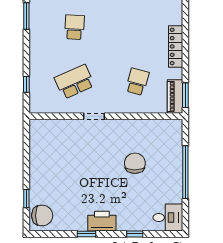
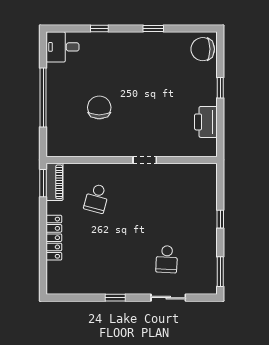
school desk: (74, 82) -> (167, 198), removed
window: (26, 84) -> (220, 219), moved
chair: (135, 163) -> (99, 107), turned 180
window: (26, 199) -> (220, 88), moved
printer: (102, 221) -> (206, 122), moved, turned 90

